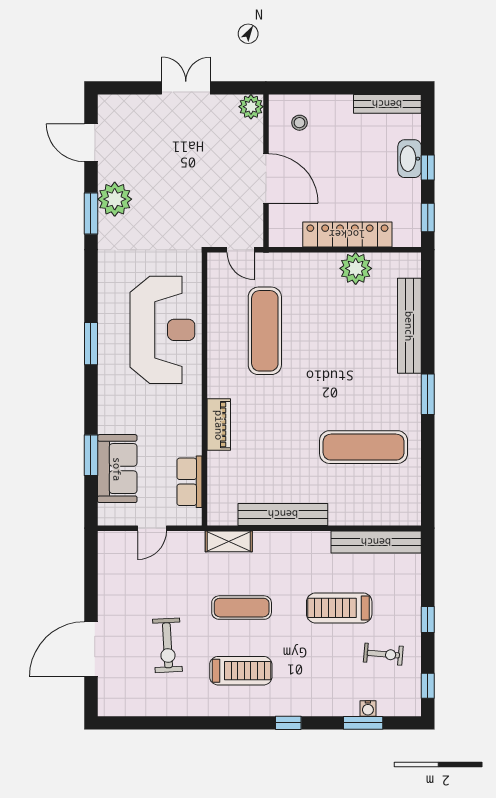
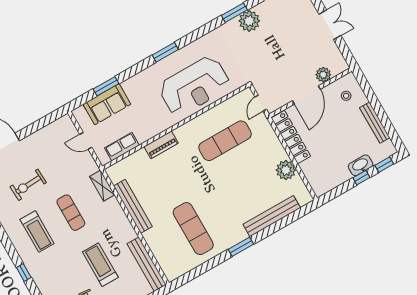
bench: (387, 104) -> (375, 123), moved
plant: (251, 107) -> (323, 75), moved
window: (428, 218) -> (384, 165), moved
locker: (347, 234) -> (291, 137), moved

